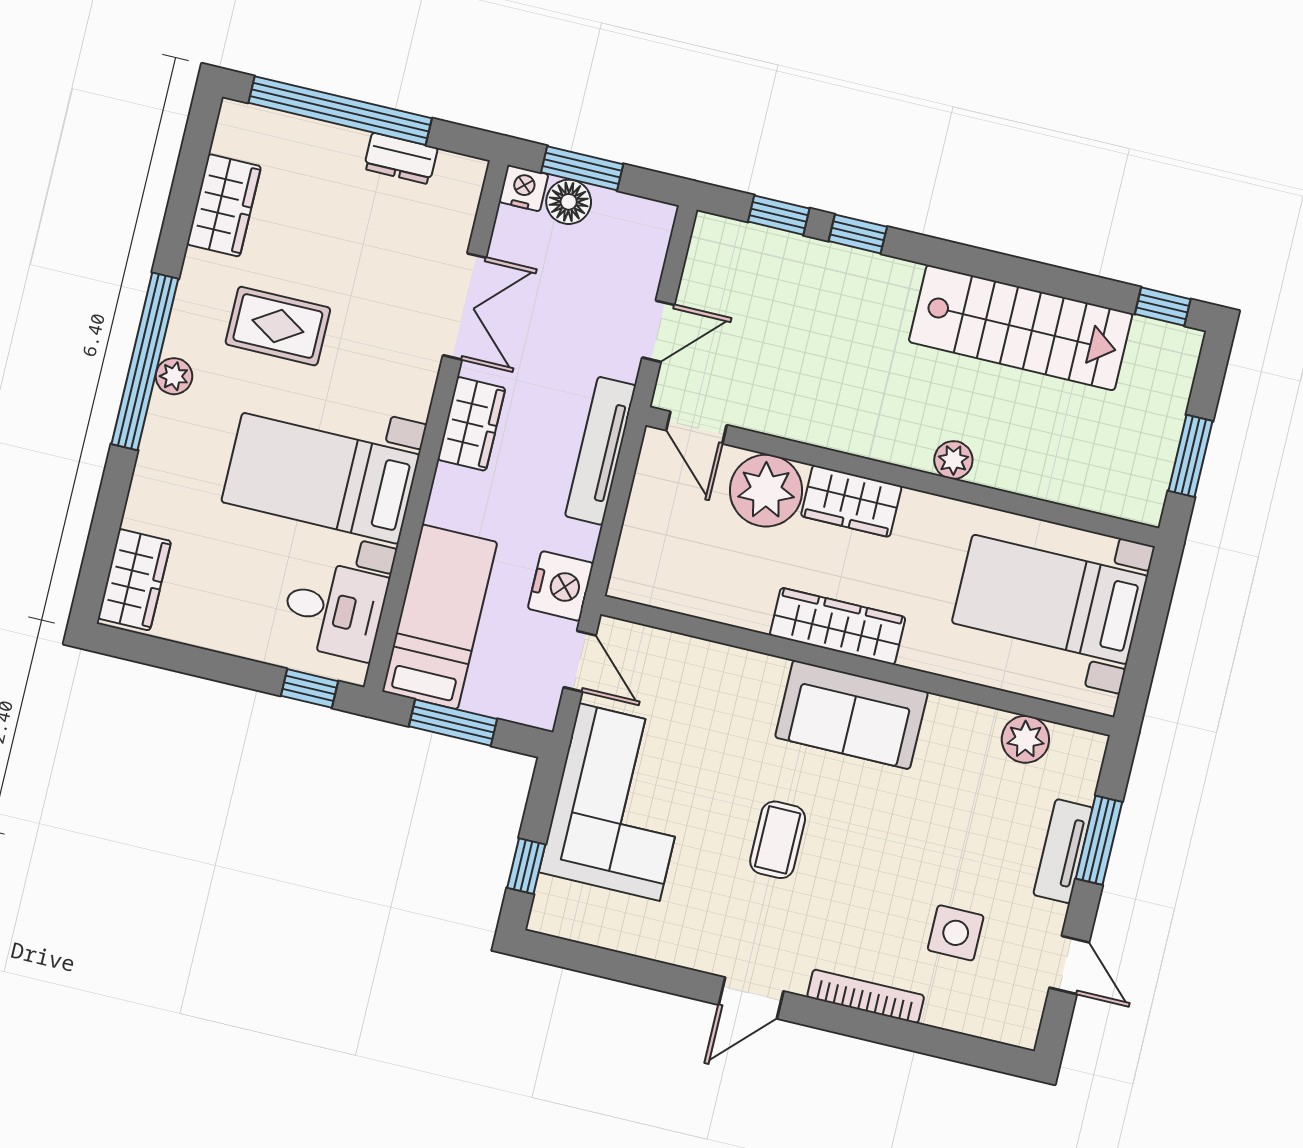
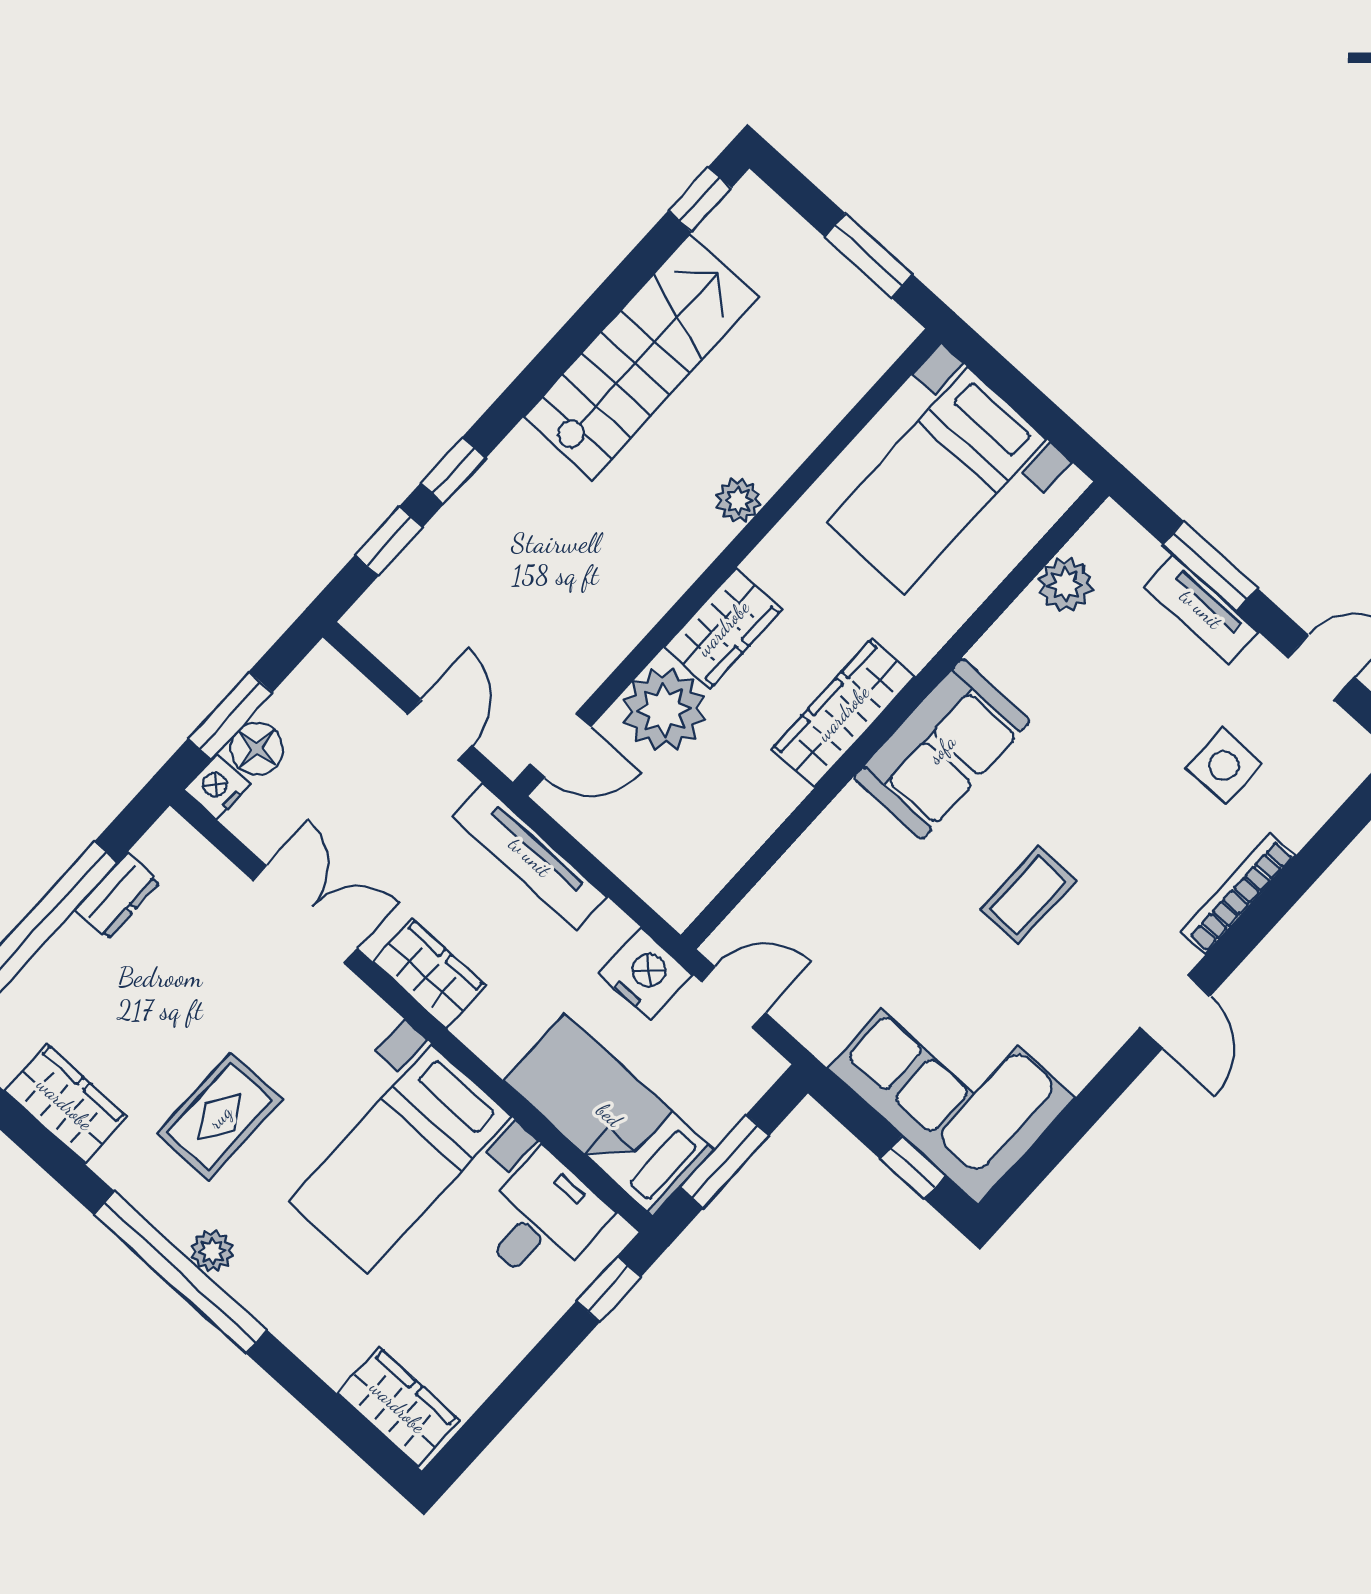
corner sofa: (619, 802) -> (951, 1083), moved
coffee table: (778, 840) -> (1028, 895), turned 90

